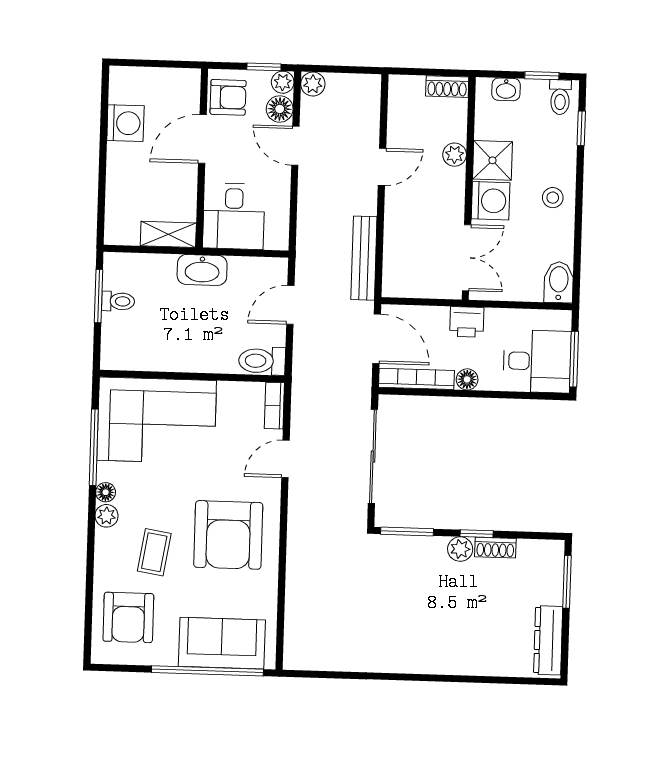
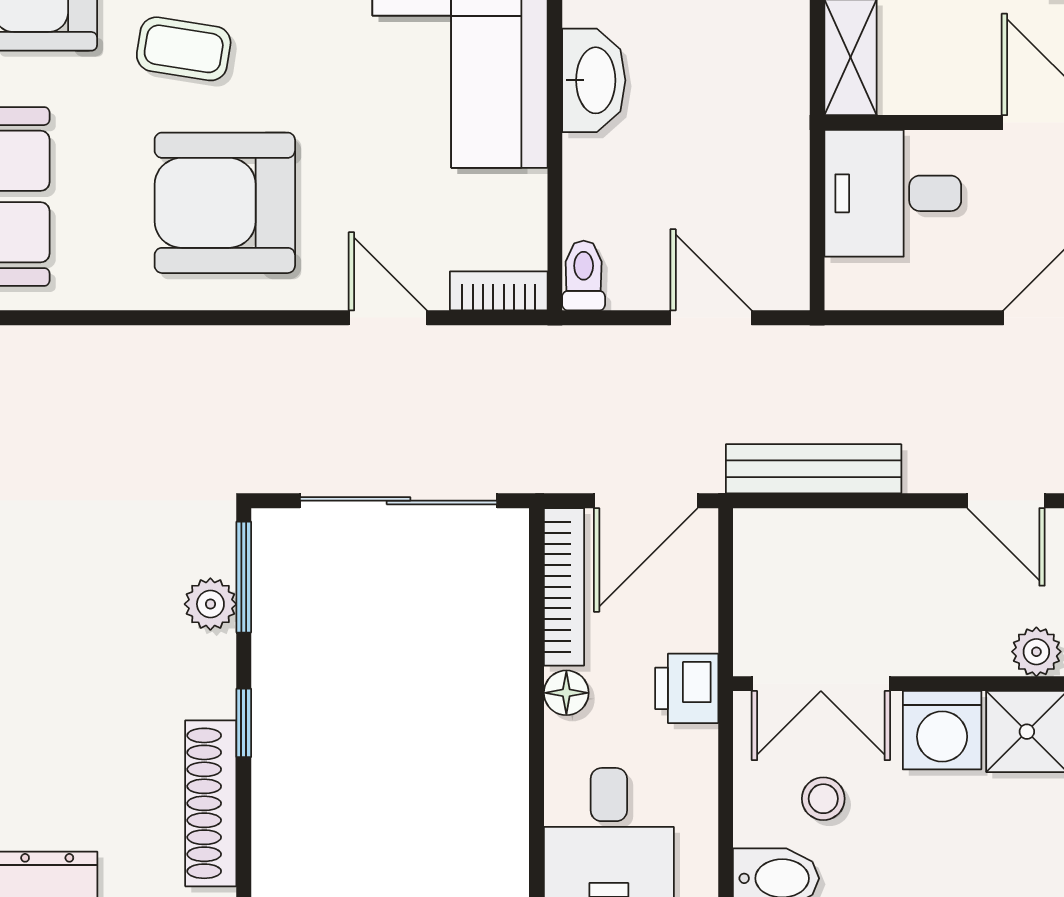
stool: (553, 198) -> (823, 799), moved
washbasin: (202, 270) -> (594, 80), moved, turned 180
toilet: (262, 361) -> (584, 276), width x0.73, depth x0.72
shoe rack: (495, 548) -> (211, 803), width x1.94, depth x1.24
plant: (460, 549) -> (210, 604), moved

